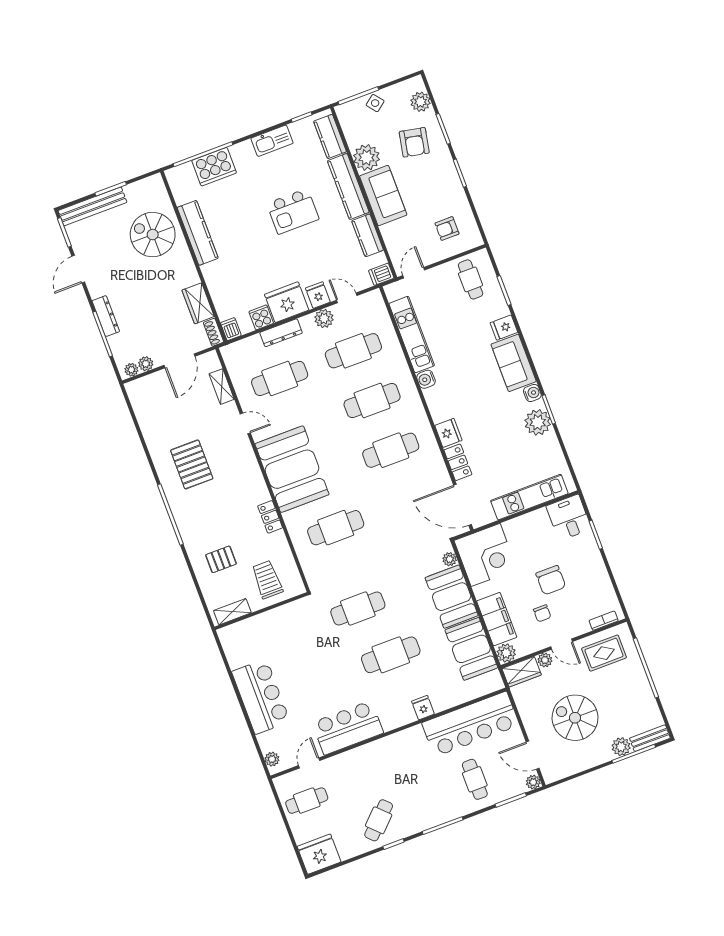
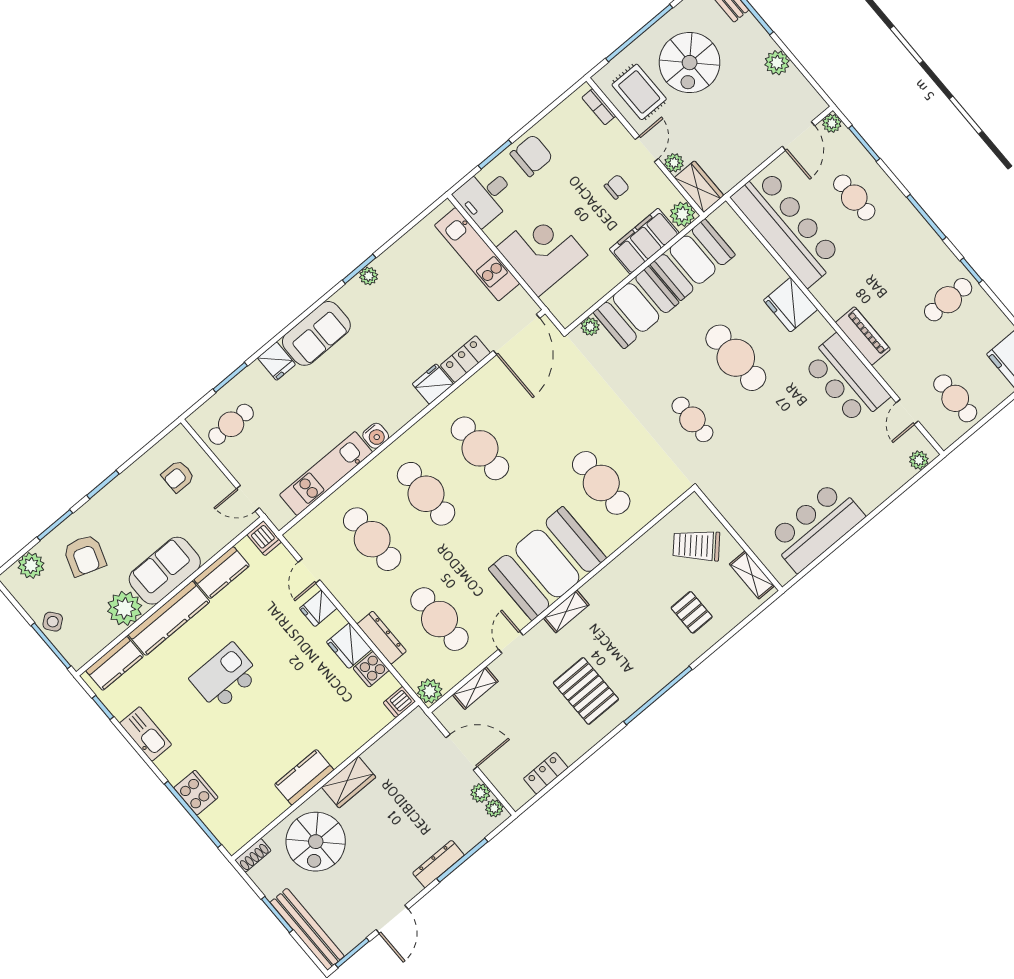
armchair: (414, 142) -> (85, 555), turned 98
cooker: (214, 167) -> (196, 793), width x0.73, depth x0.76
kitchen island: (293, 211) -> (225, 677), turned -90
armchair: (447, 229) -> (178, 476), turned 90
kitchen counter: (198, 233) -> (304, 777), width x0.67
door: (78, 269) -> (392, 919), hinge flipped
fridge: (287, 302) -> (349, 646), width x0.73, depth x0.75
wardrobe: (198, 303) -> (349, 782), moved
plant: (324, 318) -> (430, 691), moved
shoe rack: (214, 332) -> (253, 855), moved
water cooler: (532, 393) -> (346, 297), removed
plant: (538, 422) -> (369, 276), width x0.53, depth x0.53
pallet: (192, 464) -> (586, 691), turned 90
shelving: (253, 471) -> (566, 611), added
locker: (270, 517) -> (546, 773), moved, turned 180
corner desk: (486, 555) -> (542, 251), moved
trolley: (267, 580) -> (696, 546), turned 43
chair: (551, 580) -> (531, 155), moved
cafe table: (358, 609) -> (692, 419), width x0.73, depth x0.74
bar counter: (261, 697) -> (816, 527), moved
fridge: (423, 708) -> (791, 305), width x1.88, depth x1.34
spiral stairs: (575, 718) -> (690, 63), moved
plant: (621, 747) -> (777, 63), moved
piano: (374, 751) -> (863, 336), added
door: (309, 763) -> (907, 412), hinge flipped
cafe table: (475, 779) -> (854, 198), turned 90
cafe table: (379, 820) -> (948, 300), turned -45

